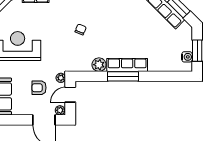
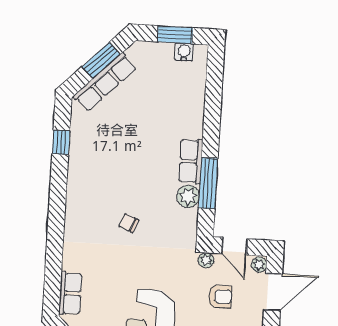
row of seats: (127, 65) -> (191, 161), width x0.68
window: (123, 76) -> (208, 183), moved
armchair: (39, 88) -> (220, 297), turned -90

